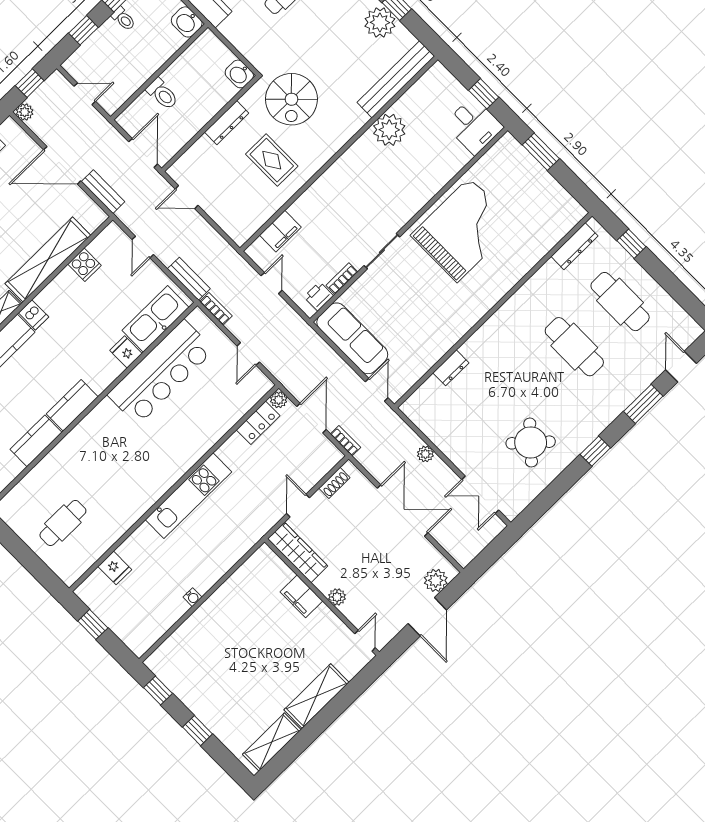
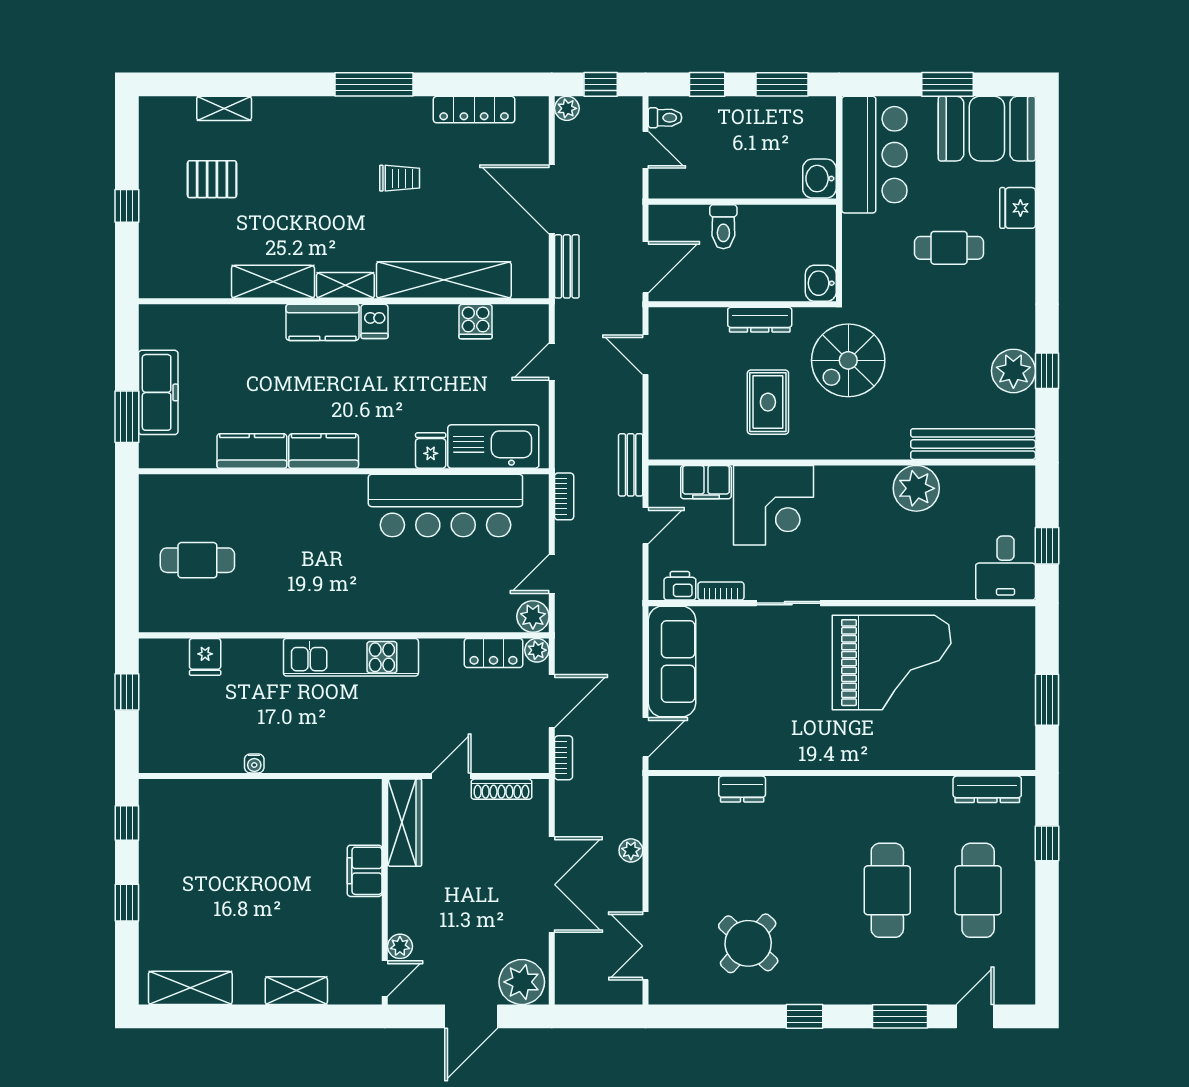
toilet: (123, 19) -> (665, 118), moved, turned -90
window: (541, 152) -> (1047, 700), moved
corner desk: (326, 209) -> (773, 505), added
bench: (189, 279) -> (631, 465), moved
plant: (260, 385) -> (533, 616), added
shoe rack: (334, 483) -> (501, 789), width x1.43
plant: (436, 580) -> (522, 982), width x1.36, depth x1.36
plant: (337, 597) -> (400, 946), moved
shelving: (316, 696) -> (296, 991), width x0.67, depth x0.75

